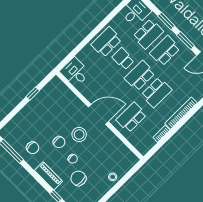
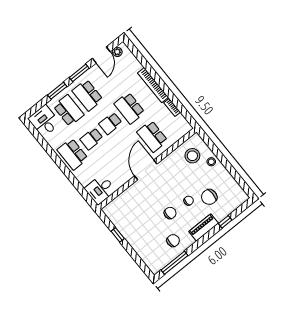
school desk: (140, 76) -> (110, 123), width x0.54
school desk: (156, 92) -> (129, 108), turned 180
stool: (79, 135) -> (192, 156), moved

